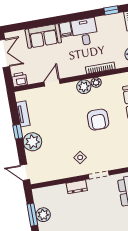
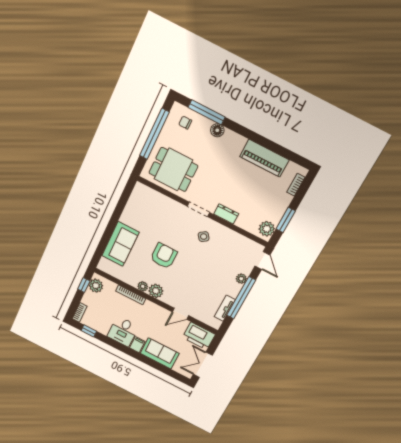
printer: (19, 80) -> (199, 336), width x1.87, depth x1.48
window: (18, 132) -> (241, 298), width x3.17
plant: (32, 142) -> (241, 279), width x0.53, depth x0.53
plant: (43, 215) -> (267, 229), moved

